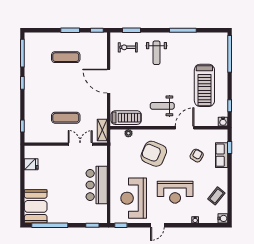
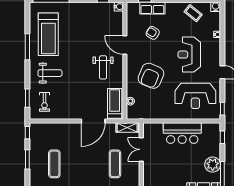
door: (109, 81) -> (93, 121), moved
treadmill: (204, 85) -> (48, 34), moved, turned 90
reception desk: (175, 192) -> (189, 55), turned 180
plant: (65, 215) -> (213, 165), added

